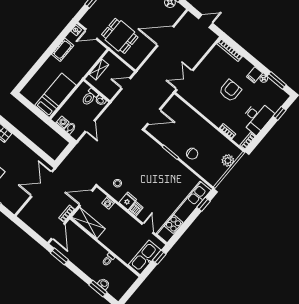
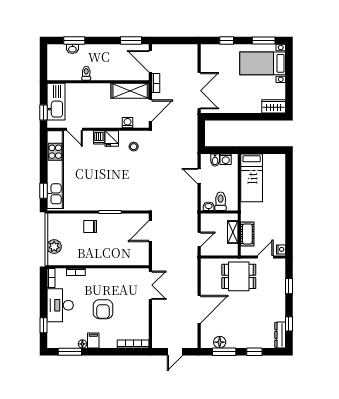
cot: (62, 50) -> (247, 234), moved

